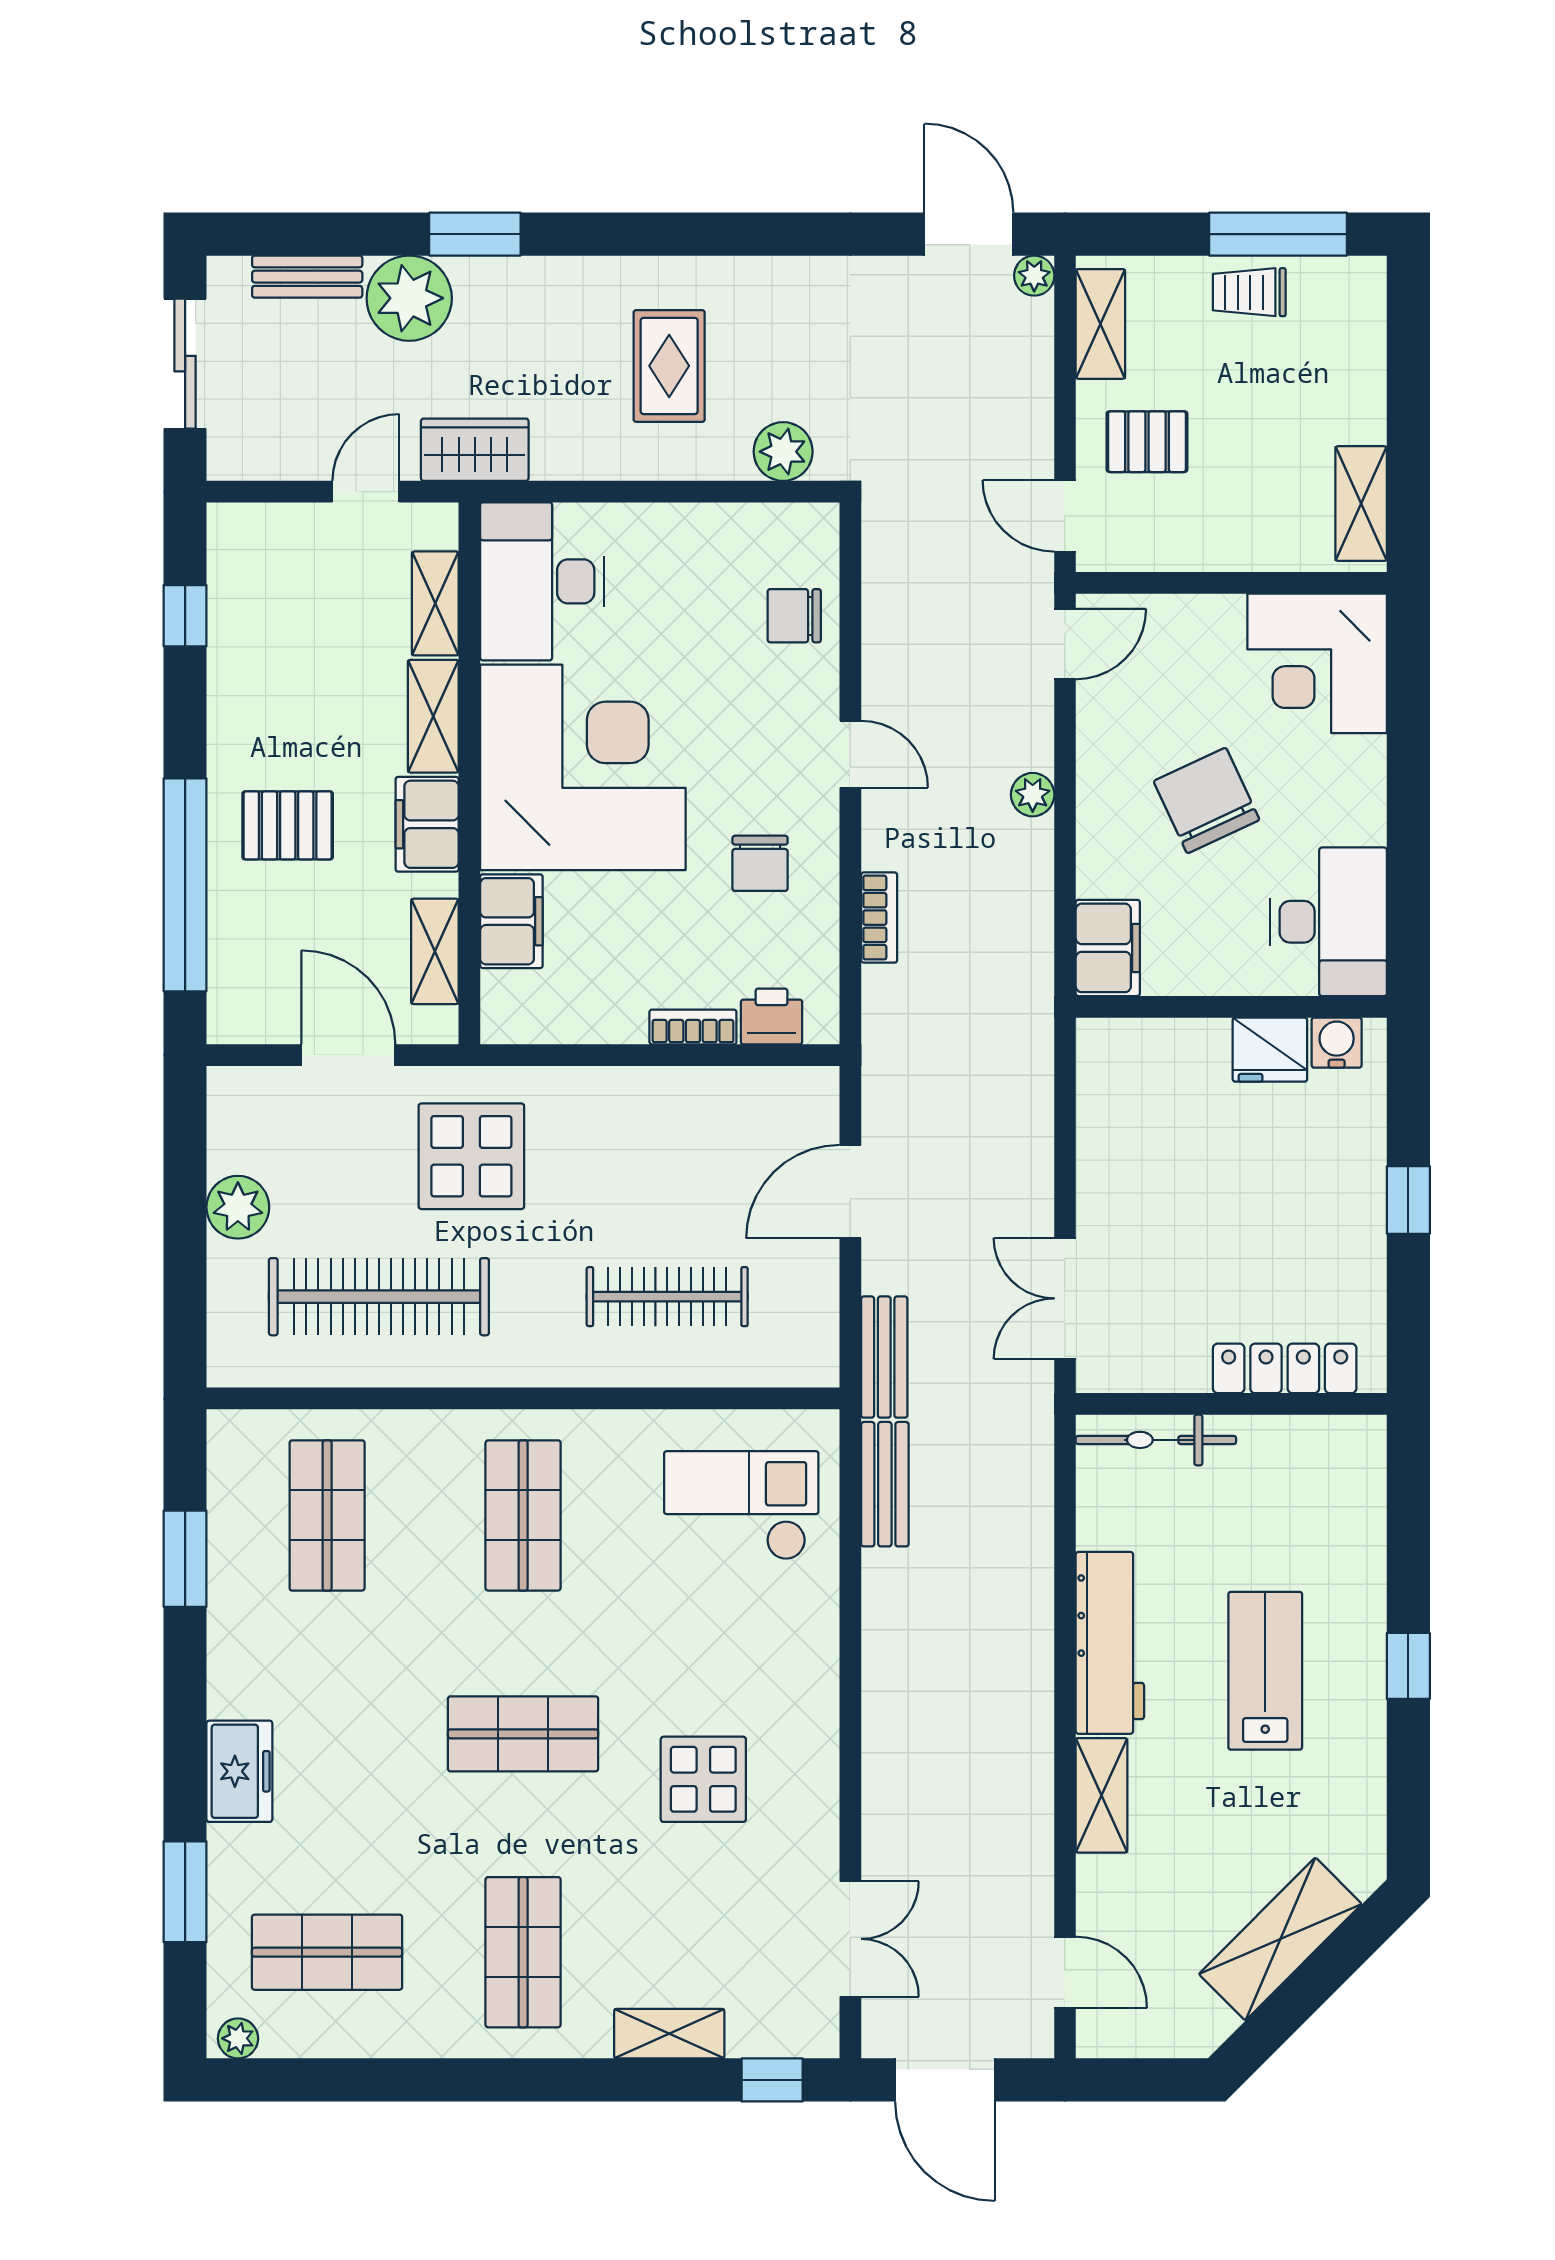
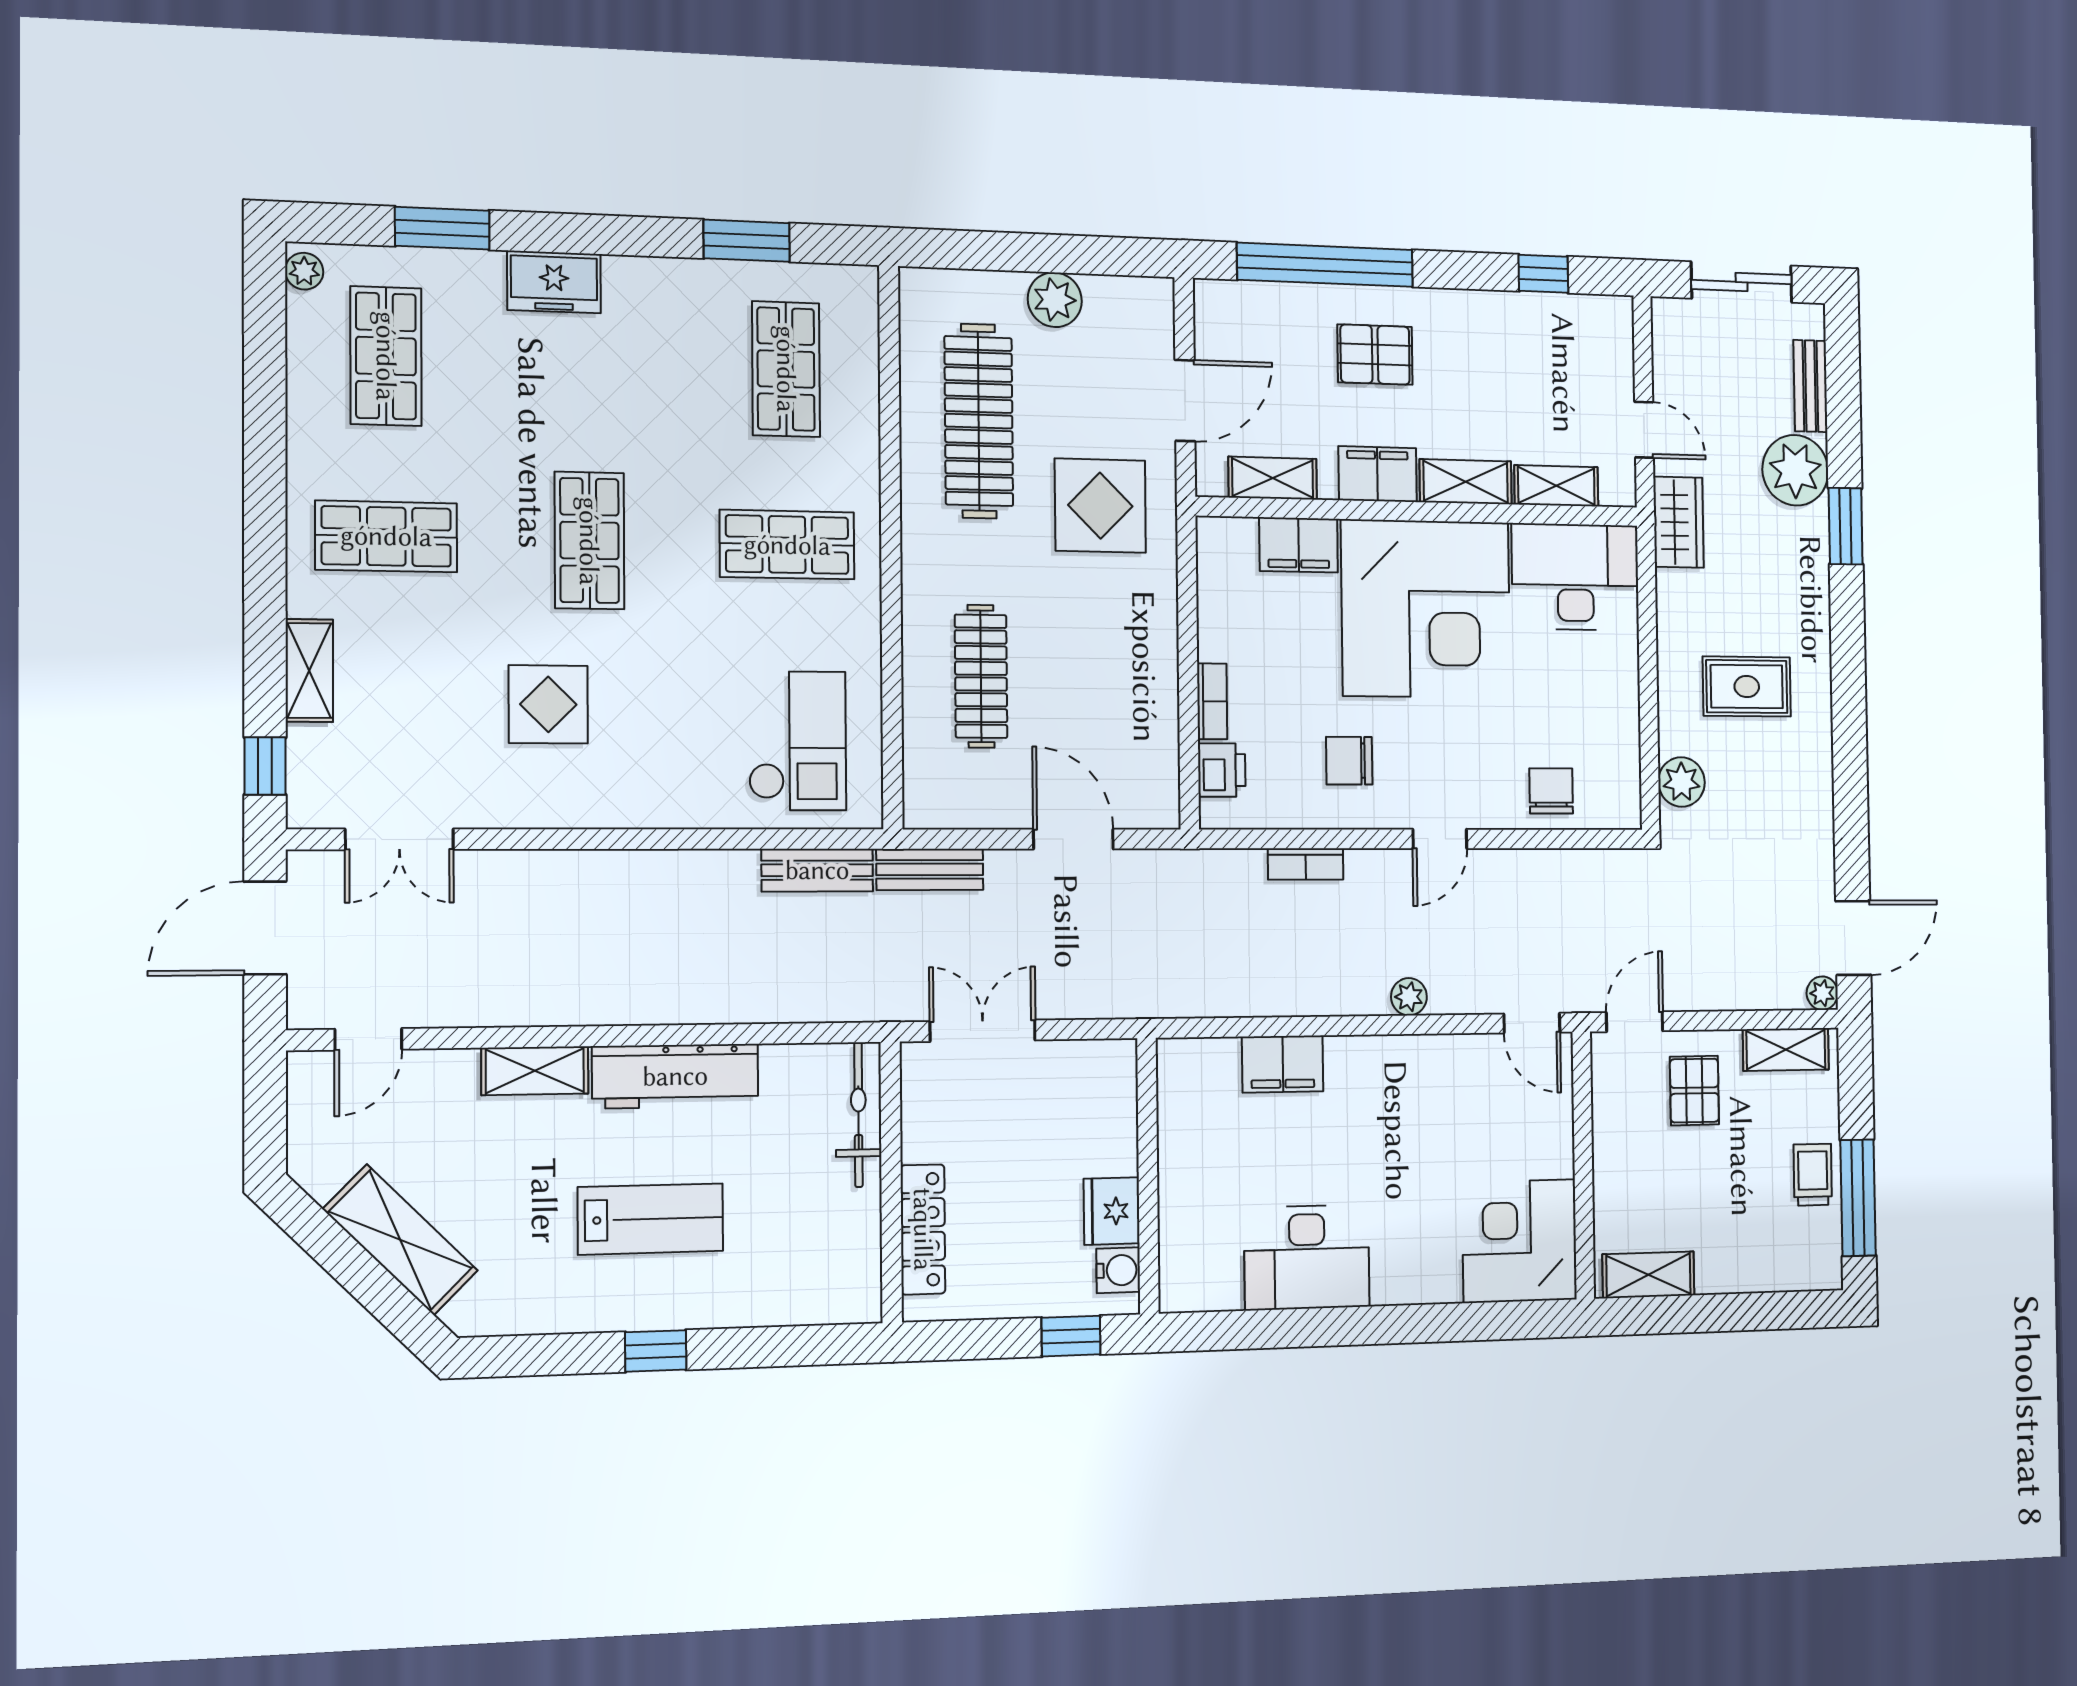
chair: (1207, 801) -> (1406, 1148), removed
pallet: (288, 825) -> (1375, 355), turned 90
wall: (1231, 1007) -> (1148, 1176), moved
water cooler: (1337, 1043) -> (1118, 1270), moved
fridge: (1270, 1050) -> (1112, 1211), moved
shop shelf: (327, 1515) -> (786, 369), turned 90

